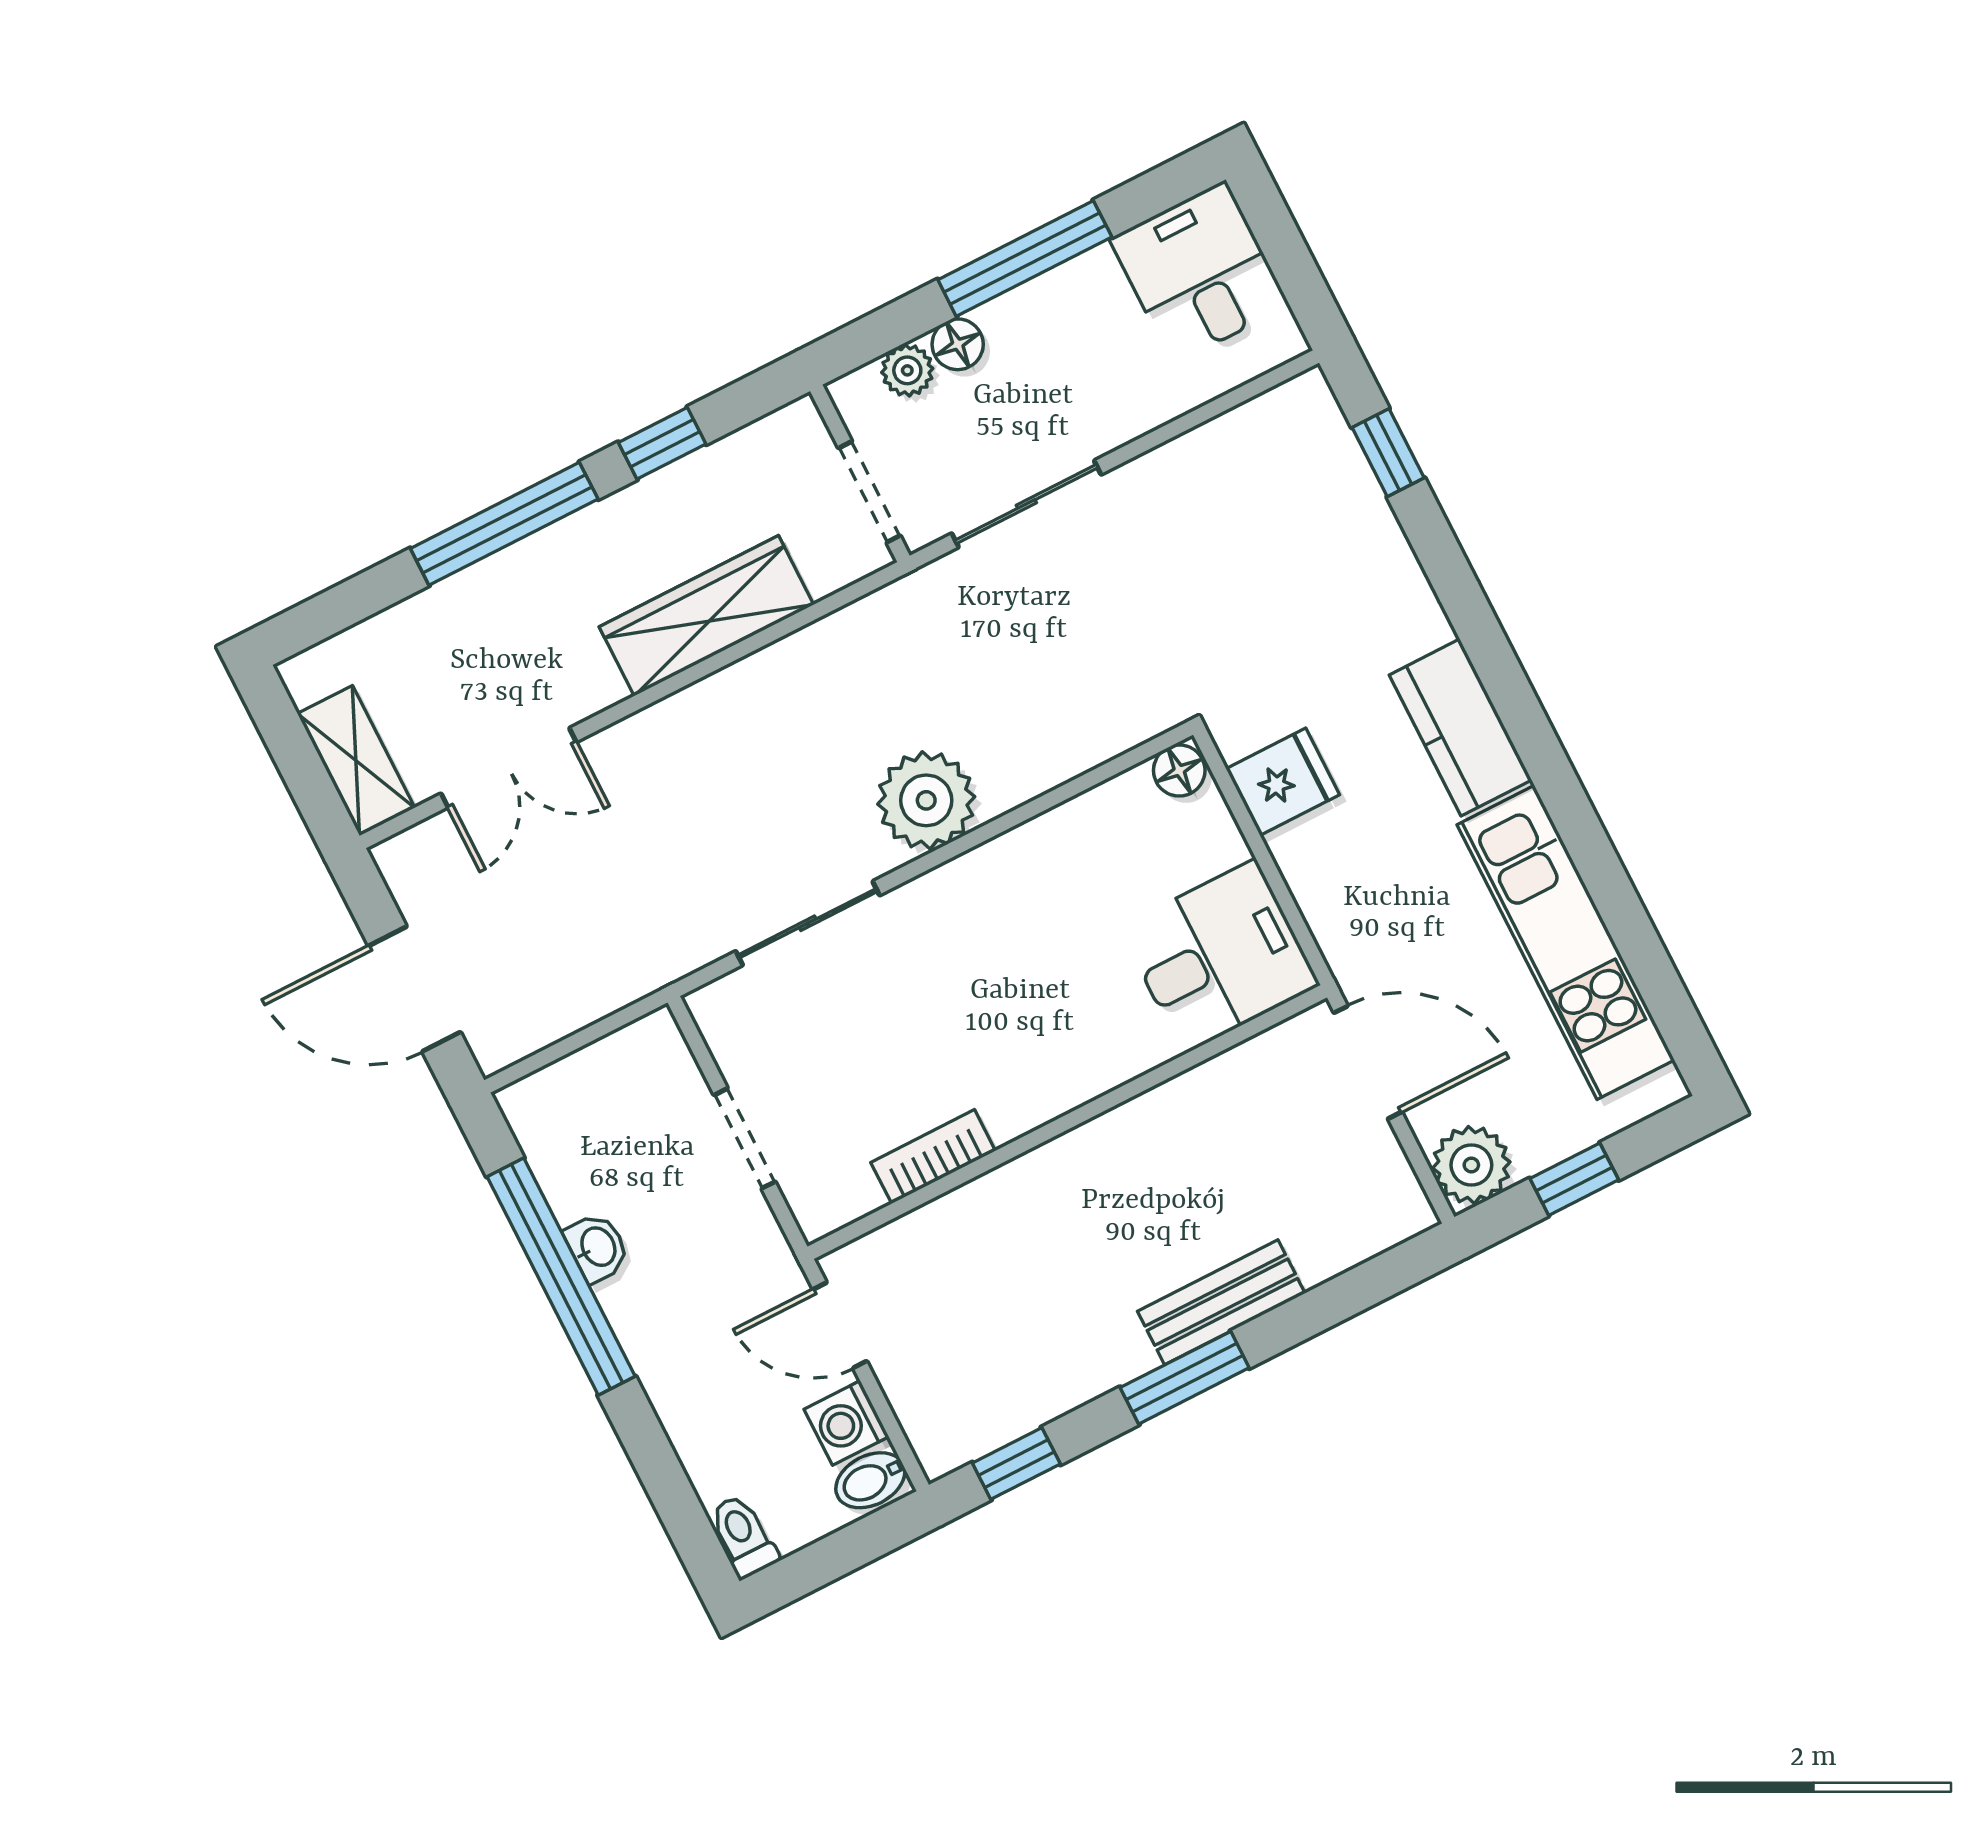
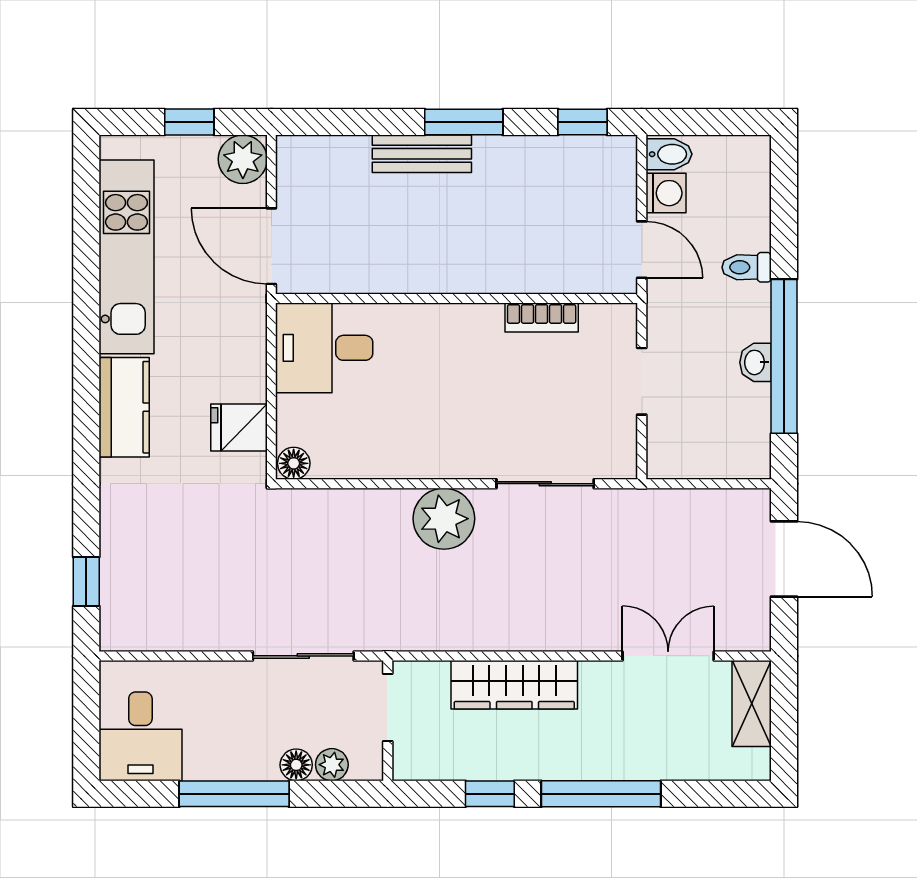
toilet: (743, 1536) -> (747, 267), moved, turned 90

